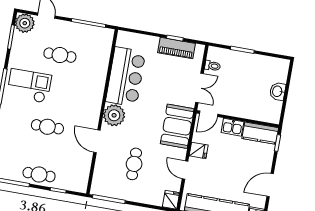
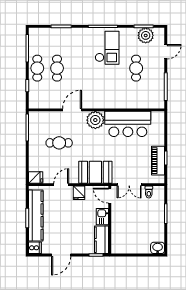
plant: (25, 23) -> (146, 35), moved
washbasin: (278, 91) -> (158, 248), moved
cafe table: (47, 127) -> (57, 68), moved
door: (270, 185) -> (61, 255), swing flipped

